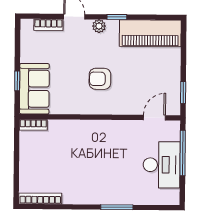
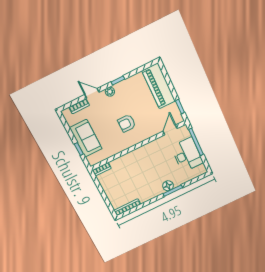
piano: (150, 33) -> (159, 86), moved, turned 90
sofa: (34, 89) -> (86, 138), moved
floor lamp: (114, 196) -> (168, 186), added

